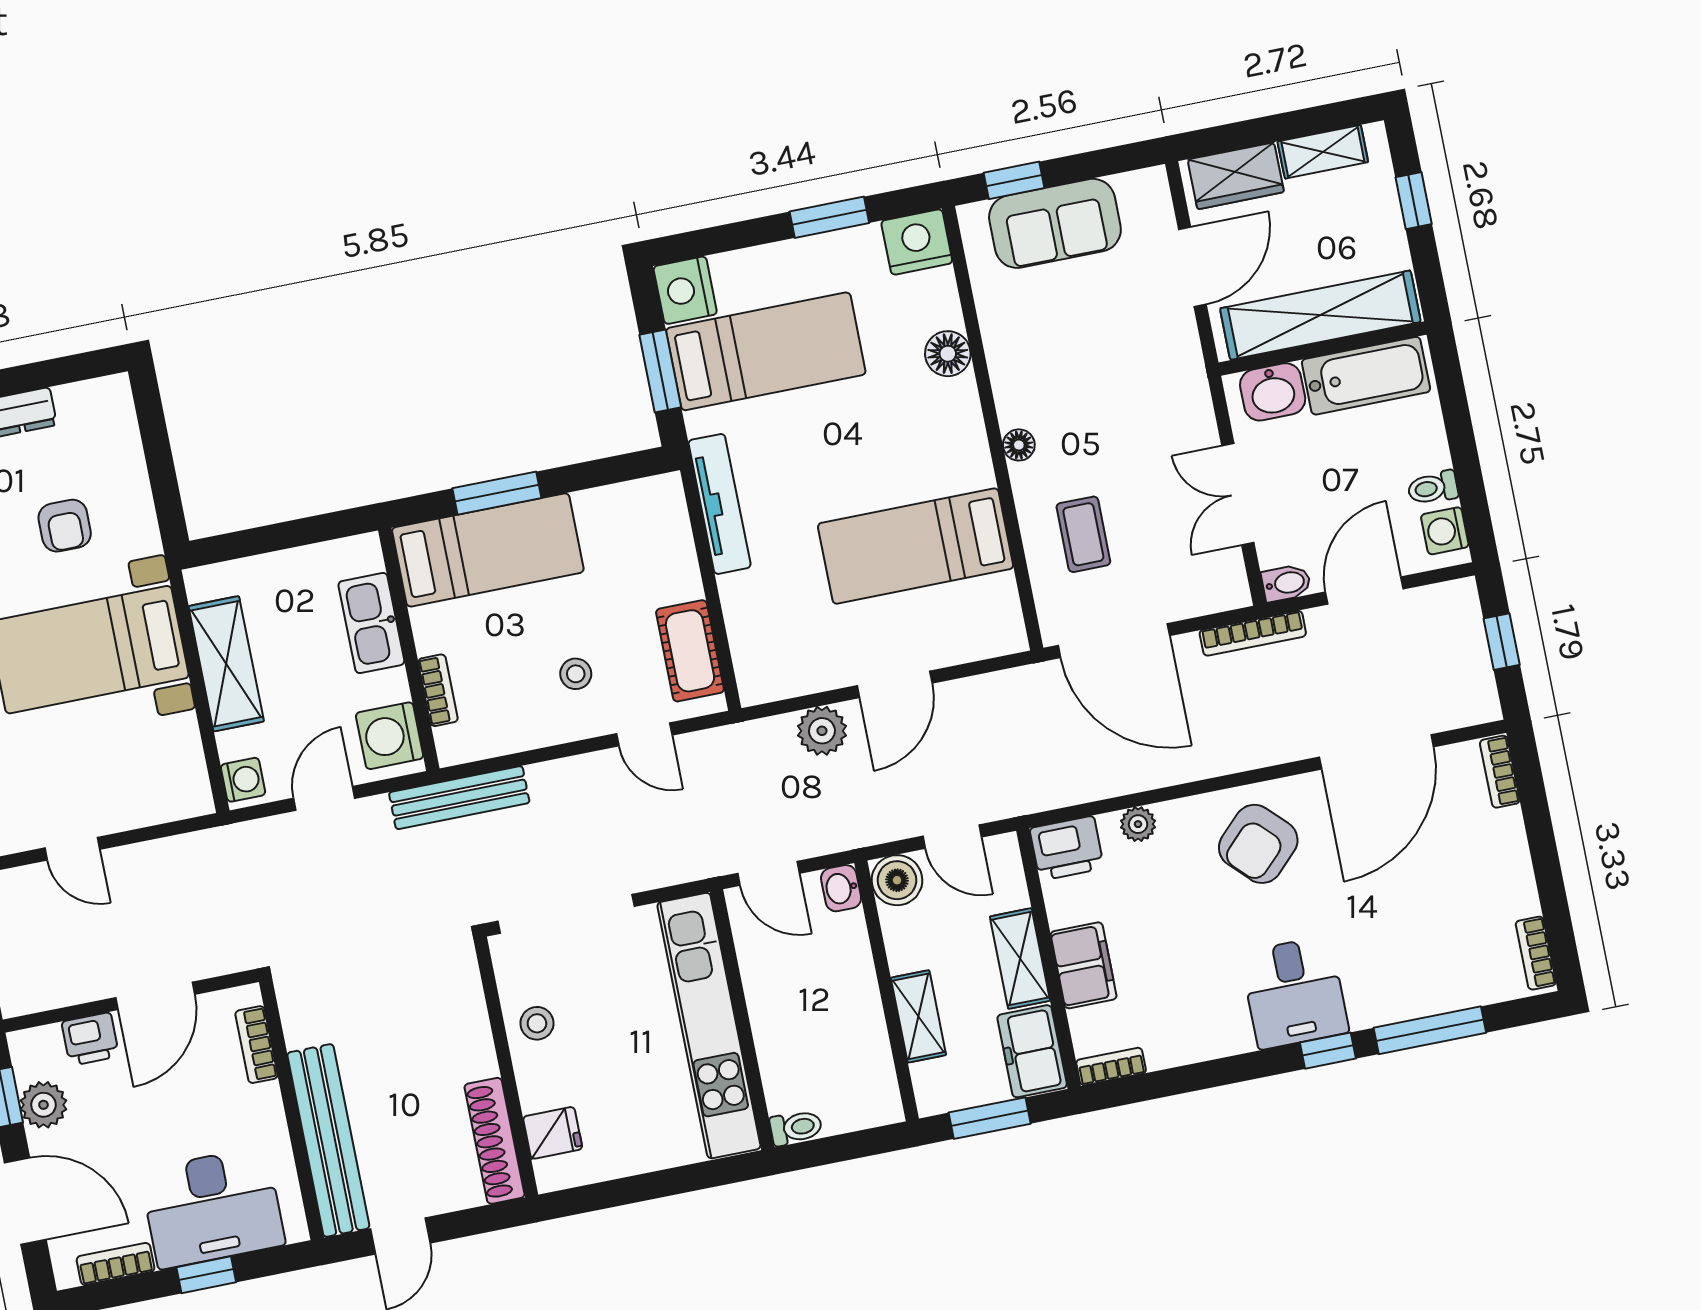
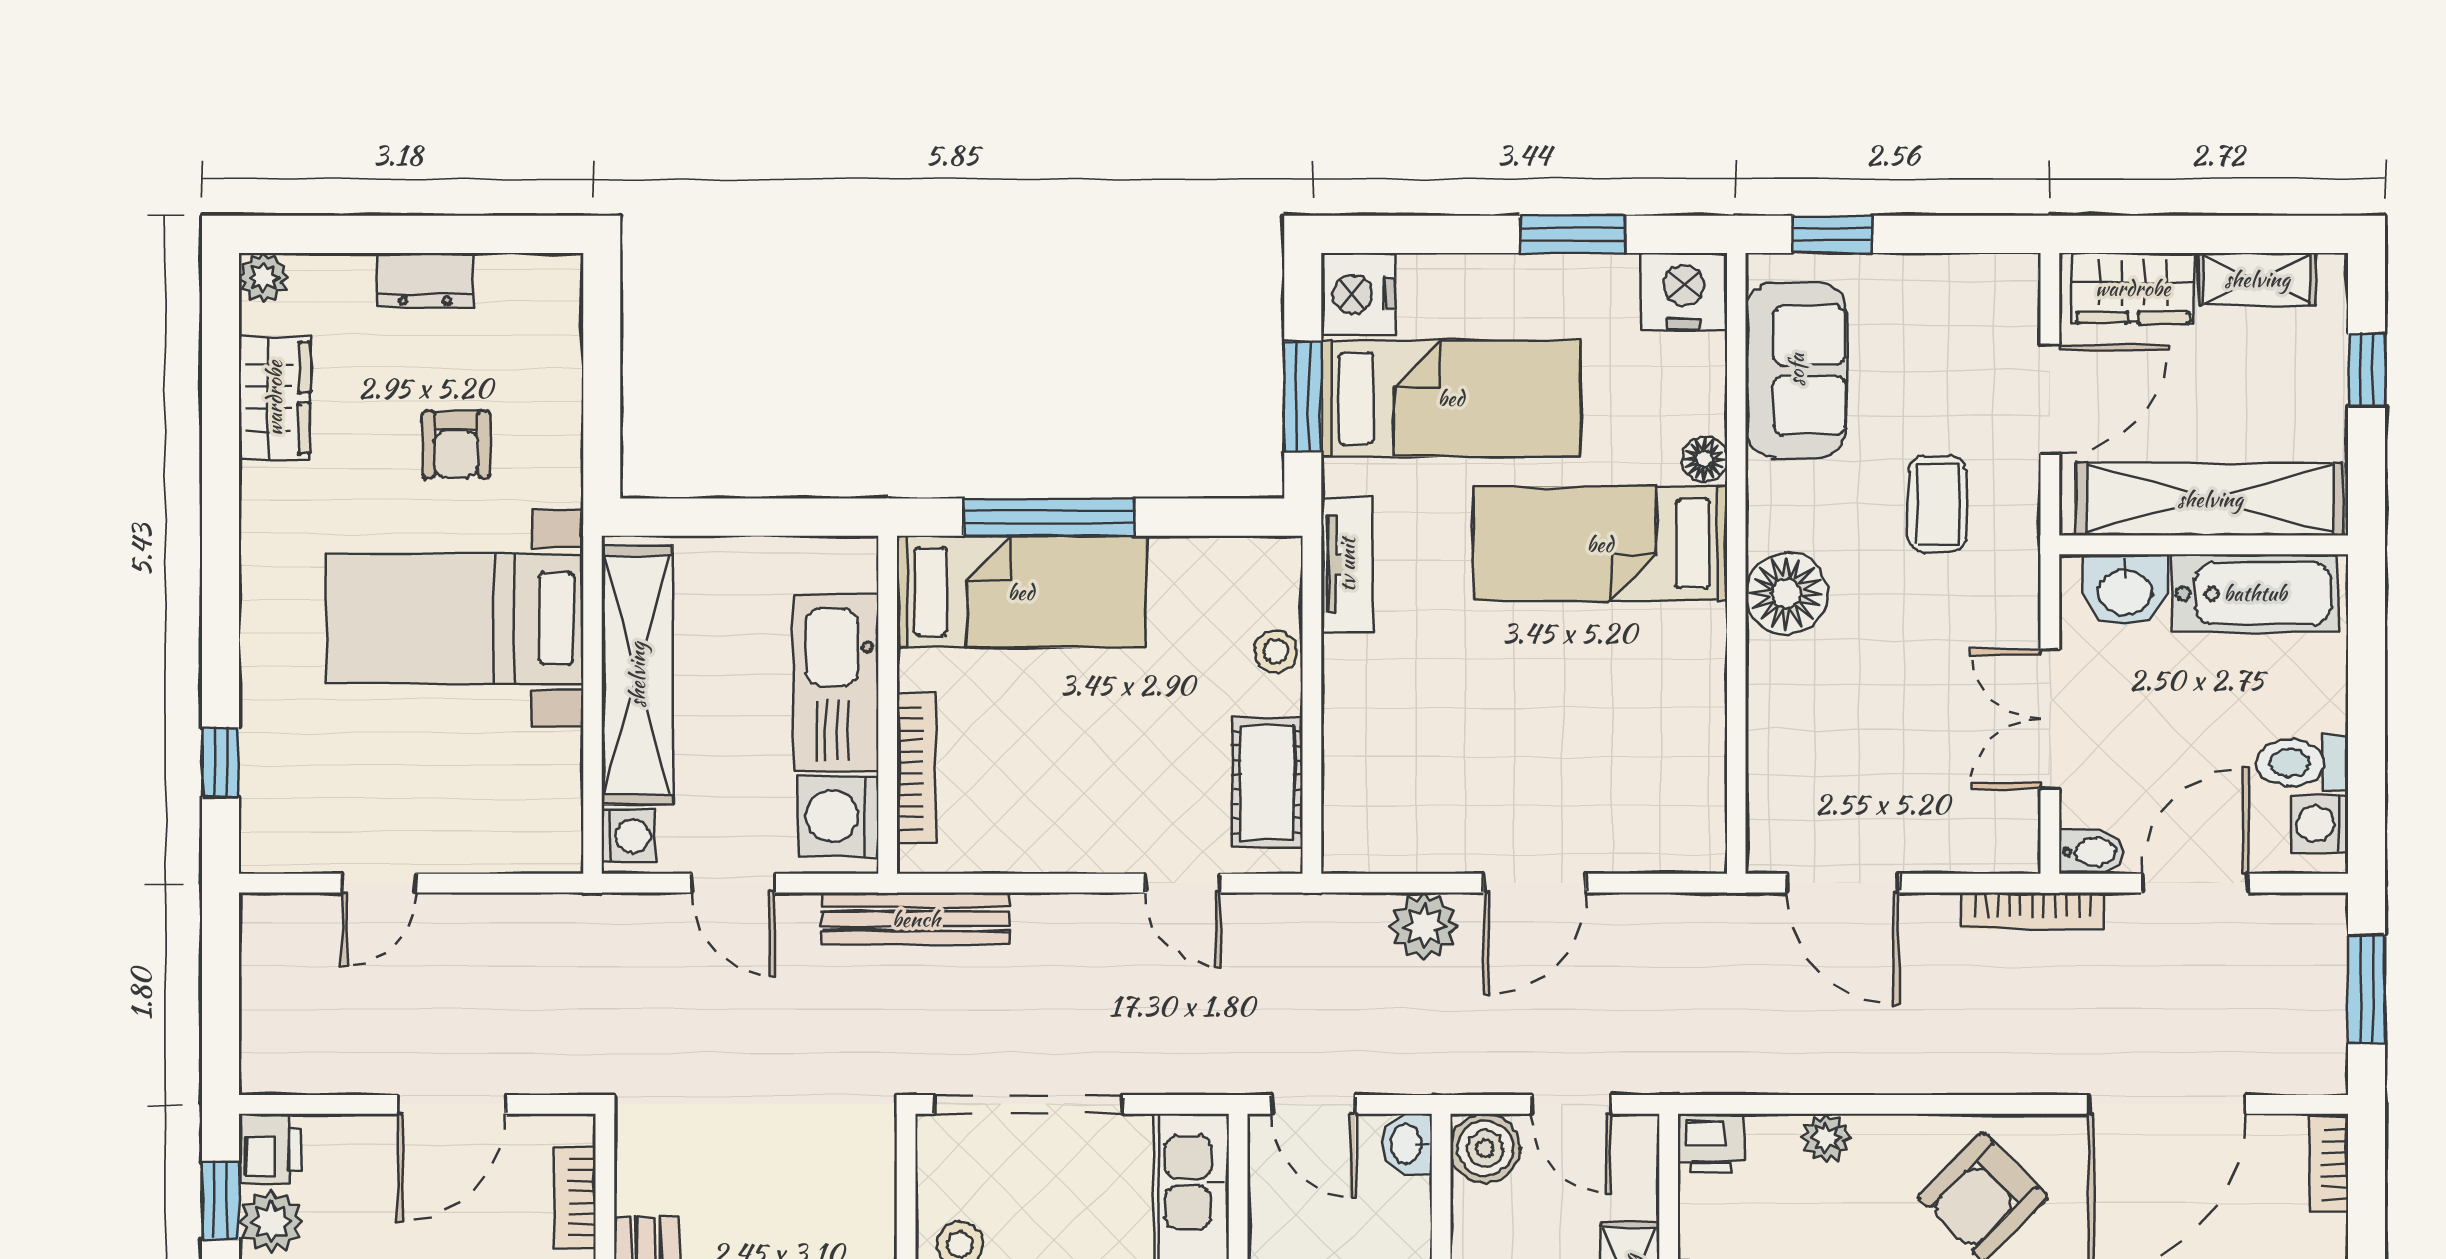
sofa: (1055, 223) -> (1796, 370), moved, turned -90
floor lamp: (948, 354) -> (1704, 459), width x0.73, depth x0.73
floor lamp: (1019, 445) -> (1786, 593), width x1.89, depth x1.89
toilet: (1433, 488) -> (2302, 763), width x1.37, depth x1.39
window: (497, 493) -> (1049, 517), width x1.44
tv unit: (720, 504) -> (1347, 565), width x0.71
coffee table: (1083, 534) -> (1938, 504), moved
bed: (916, 546) -> (1600, 544), moved
kitchen sink: (371, 623) -> (836, 683), width x1.36, depth x1.24
door: (1114, 641) -> (1843, 883), width x0.73
window: (1502, 642) -> (2367, 989), width x1.50
shelving: (226, 664) -> (637, 675), width x1.47
stool: (576, 674) -> (1276, 651), moved
bookcase: (438, 690) -> (916, 768), width x1.56
door: (324, 798) -> (733, 883), swing flipped
printer: (1067, 848) -> (1711, 1144), width x0.73, depth x0.81
door: (72, 849) -> (379, 883), hinge flipped
printer: (90, 1039) -> (270, 1150), moved, turned -90

